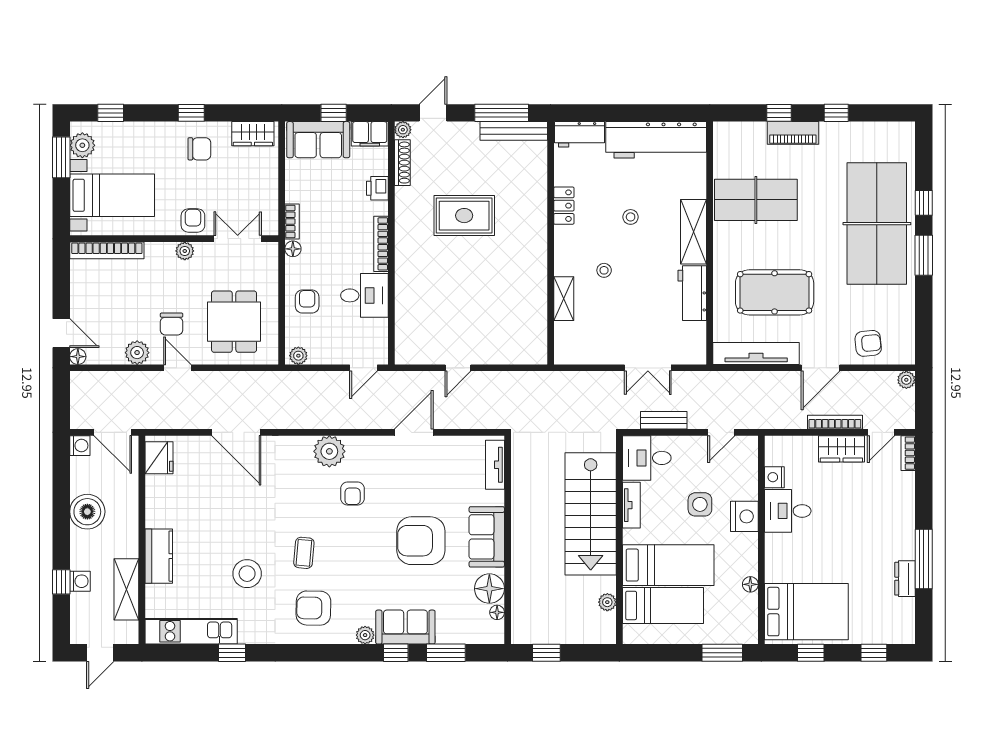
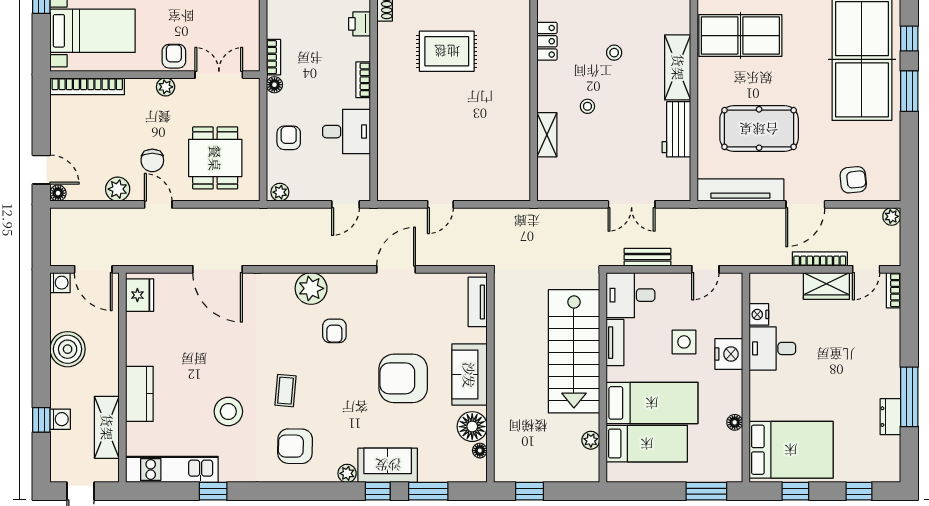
bookcase: (381, 244) -> (363, 80), width x0.64

